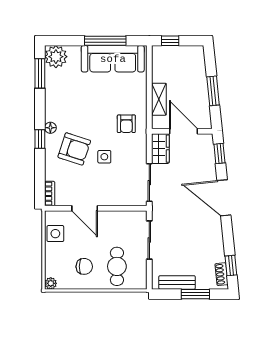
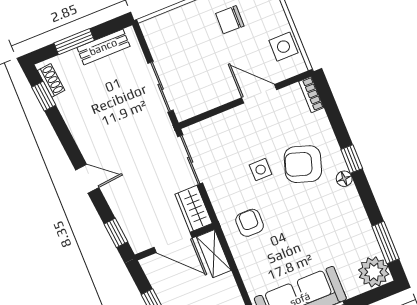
shelving: (159, 99) -> (214, 254), moved
door: (224, 198) -> (87, 179), width x0.53
cafe table: (117, 266) -> (188, 36), removed

